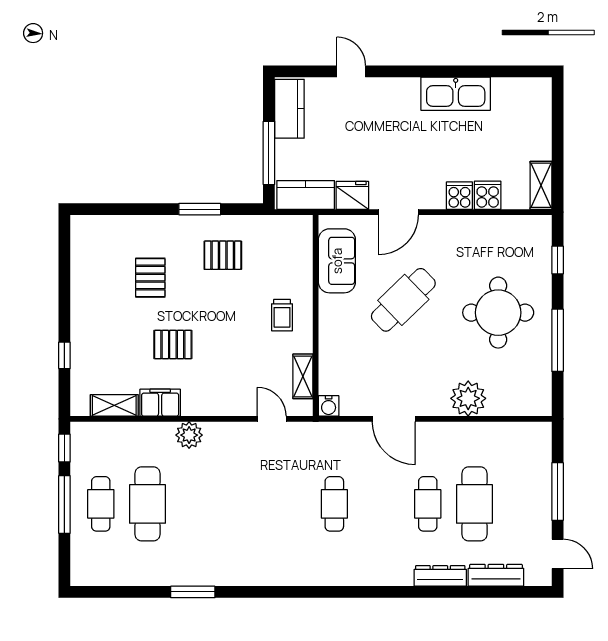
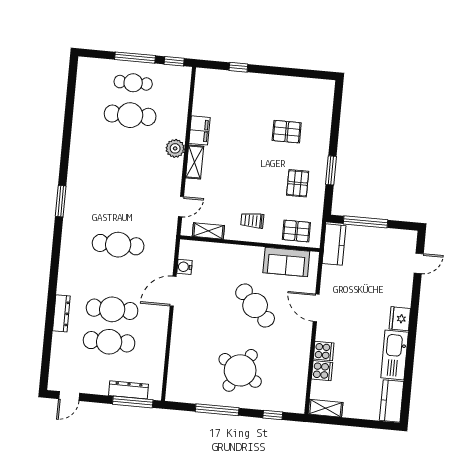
door: (351, 71) -> (419, 263), moved
kitchen counter: (289, 109) -> (392, 401), moved, turned 90
fridge: (352, 195) -> (400, 319), moved, turned 180
round table: (498, 313) -> (240, 370), turned 31
pallet: (173, 345) -> (296, 231), moved, turned 90
plant: (468, 398) -> (183, 344), removed
shelving: (114, 405) -> (195, 162), moved
water cooler: (329, 406) -> (185, 267), moved
window: (558, 492) -> (133, 402), moved
cafe table: (334, 504) -> (118, 245), width x1.37, depth x1.35
cafe table: (428, 504) -> (112, 309), width x1.37, depth x1.35
dresser: (496, 575) -> (128, 390), moved, turned -90
window: (193, 592) -> (61, 201), moved

